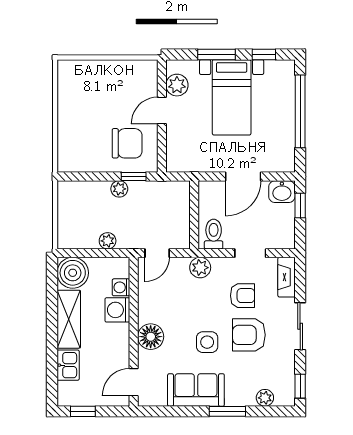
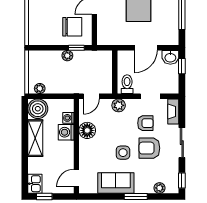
plant: (108, 241) -> (40, 88), moved
floor lamp: (151, 337) -> (87, 130), moved
kitchen sink: (68, 365) -> (35, 184), moved

